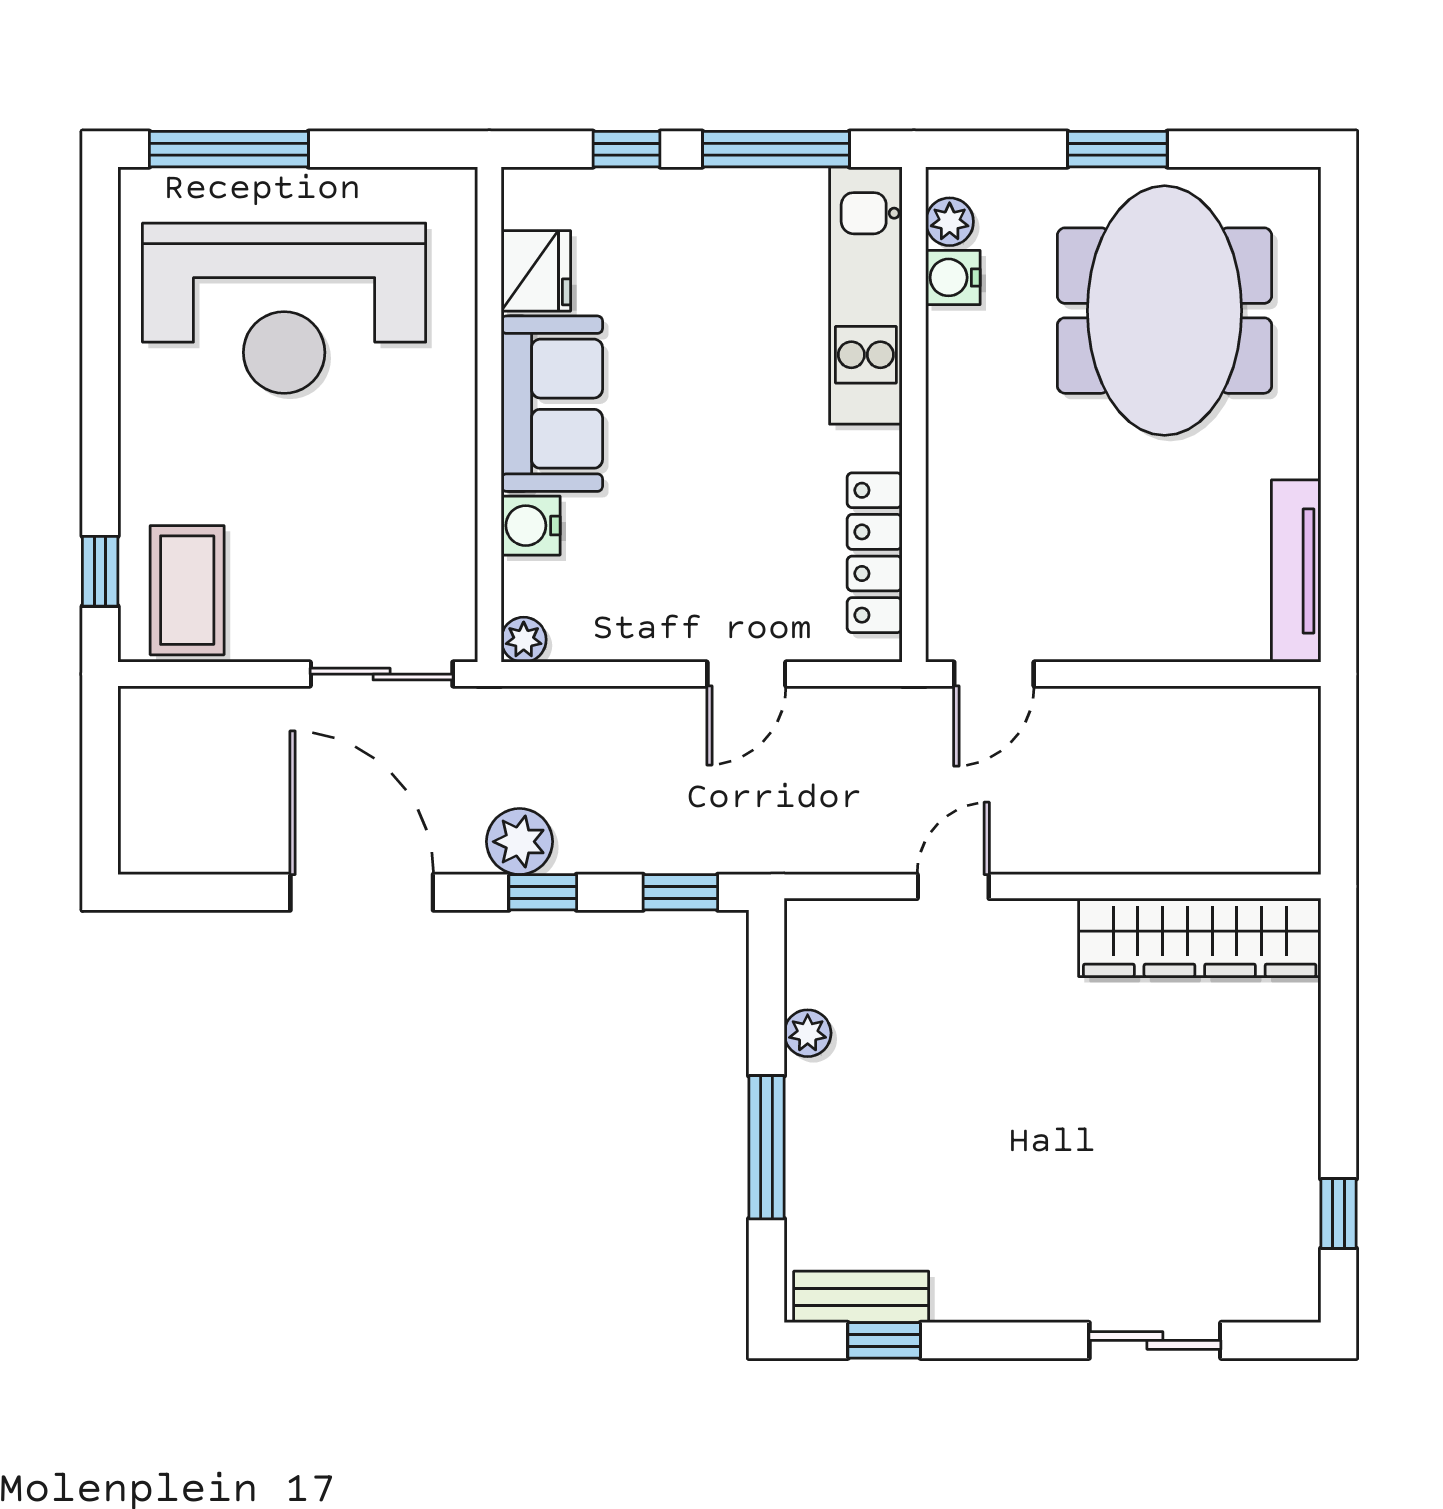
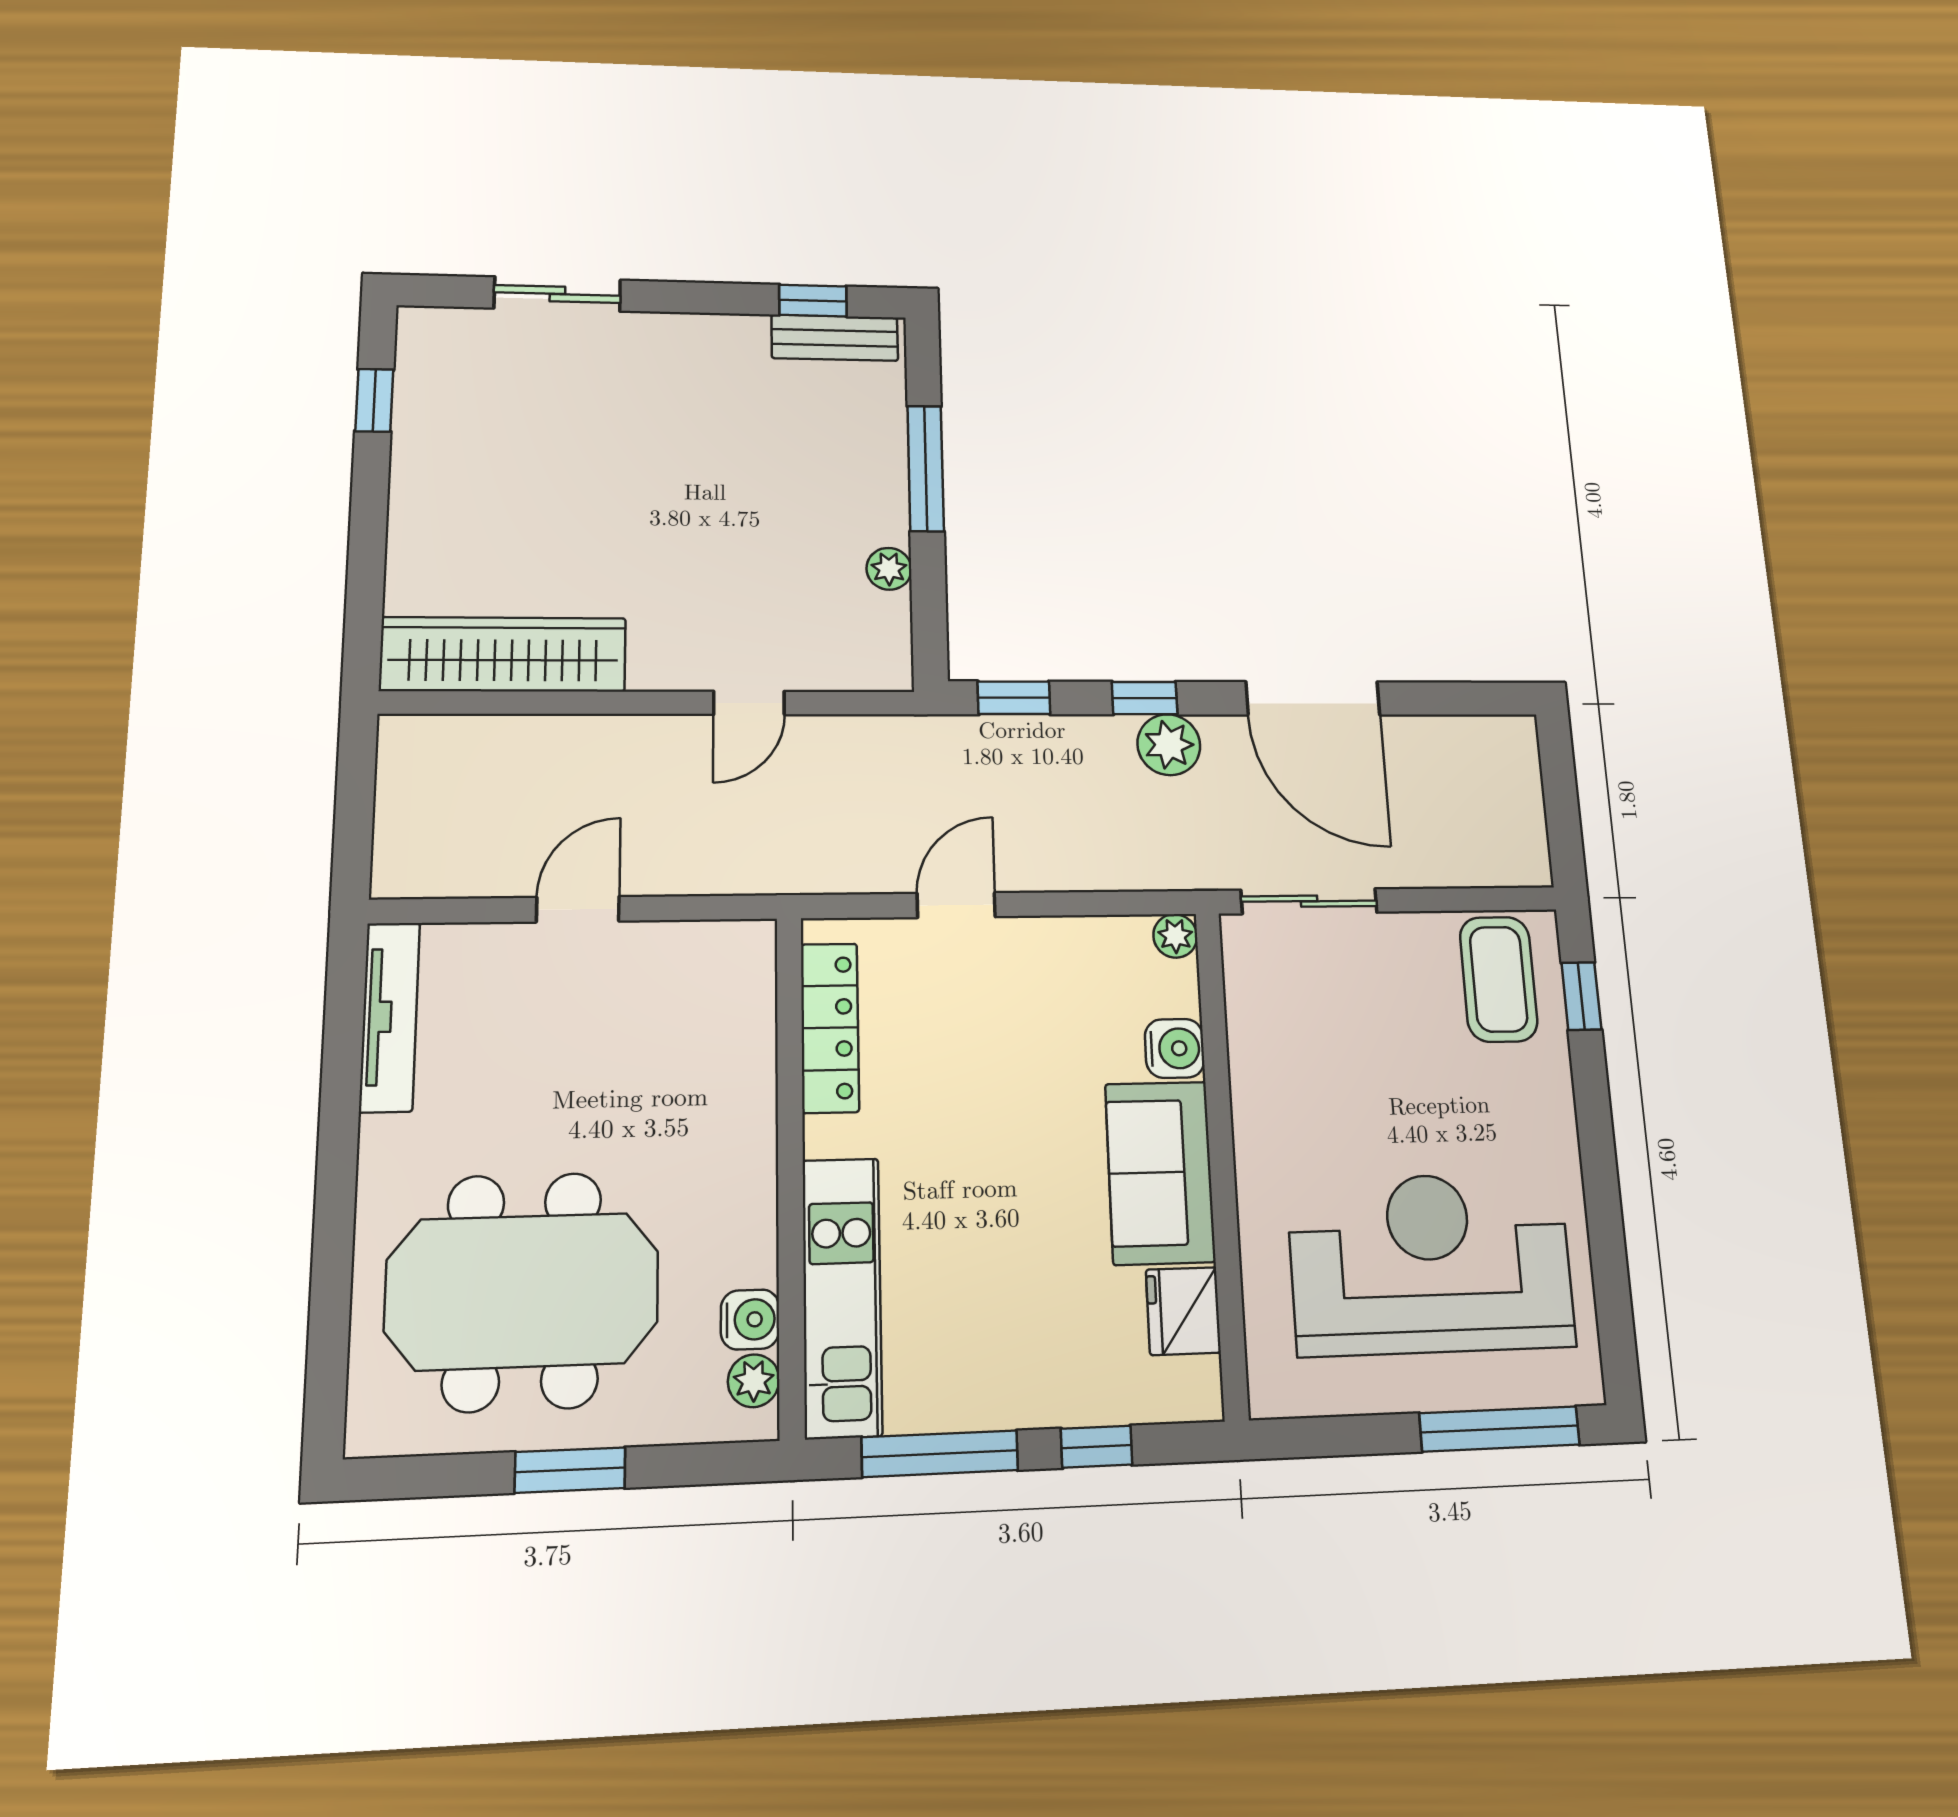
meeting table: (1165, 311) -> (522, 1291), turned 90
door: (994, 674) -> (578, 909), moved

